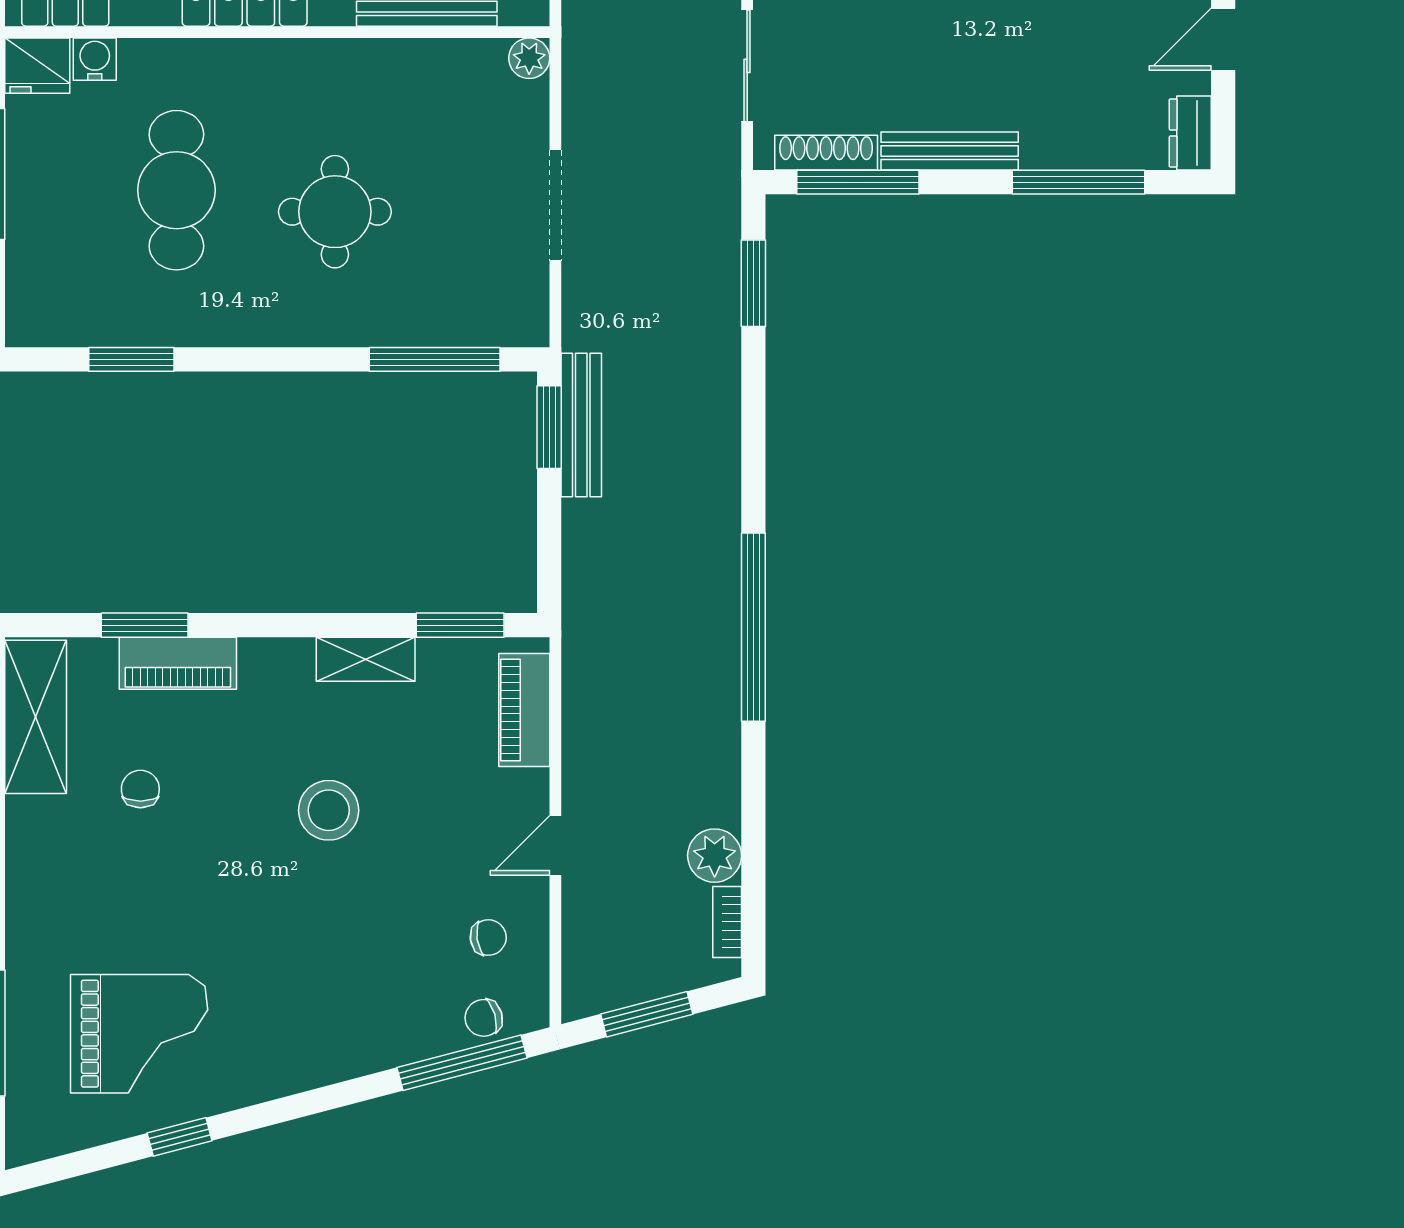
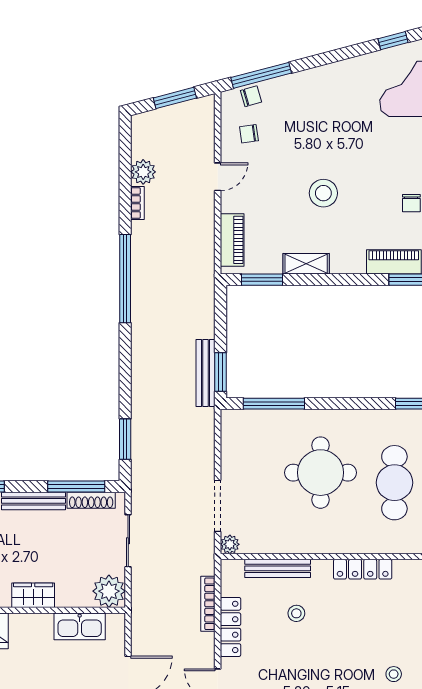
doorway: (555, 205) -> (218, 506), moved
round table: (335, 212) -> (321, 473), width x1.36, depth x1.36
bookcase: (727, 922) -> (137, 203), moved

